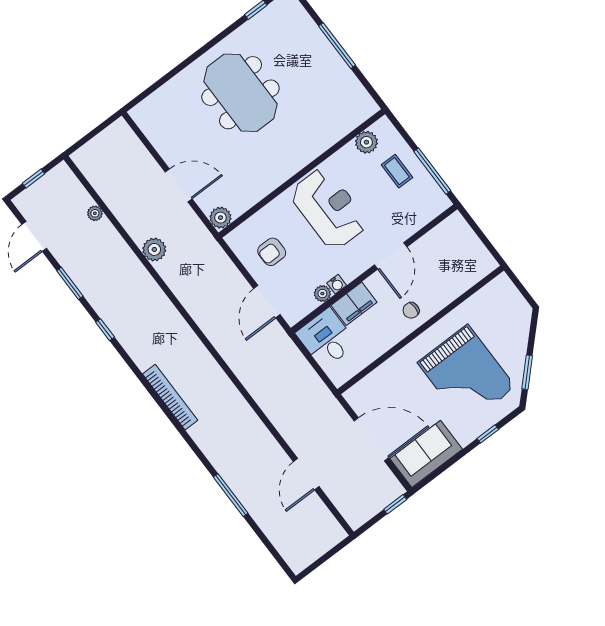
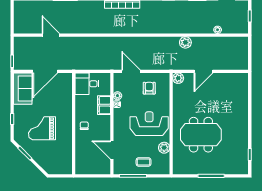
meeting table: (240, 93) -> (201, 135), moved
plant: (366, 142) -> (164, 148), moved
reception desk: (329, 209) -> (149, 124), turned 180
door: (391, 256) -> (112, 150), moved
desk: (326, 338) -> (87, 84), moved, turned 180
grand piano: (466, 375) -> (42, 128), width x0.73, depth x0.68

